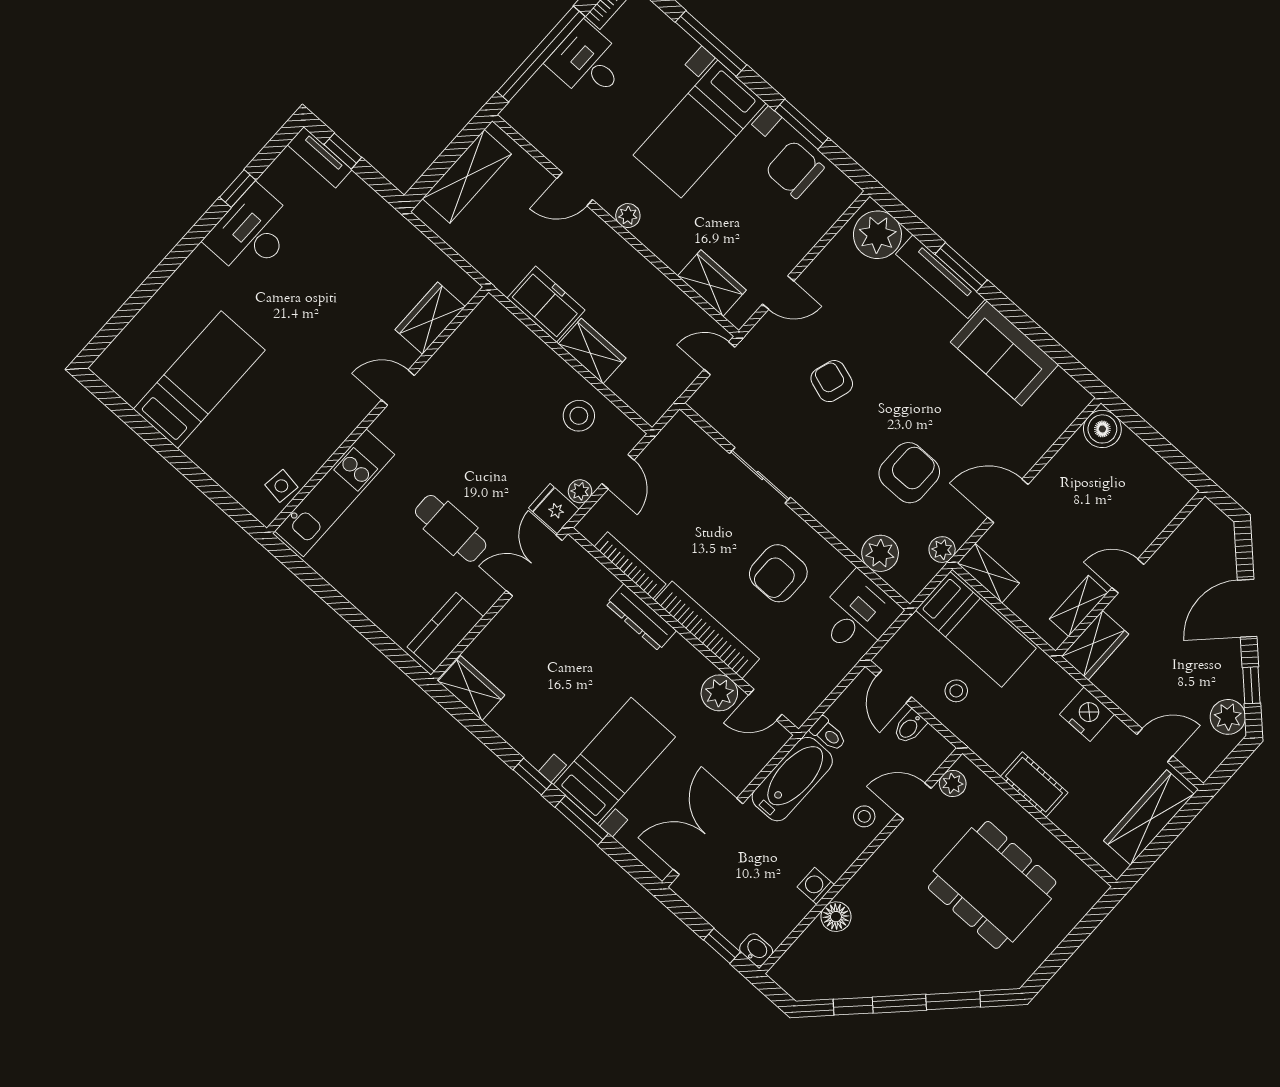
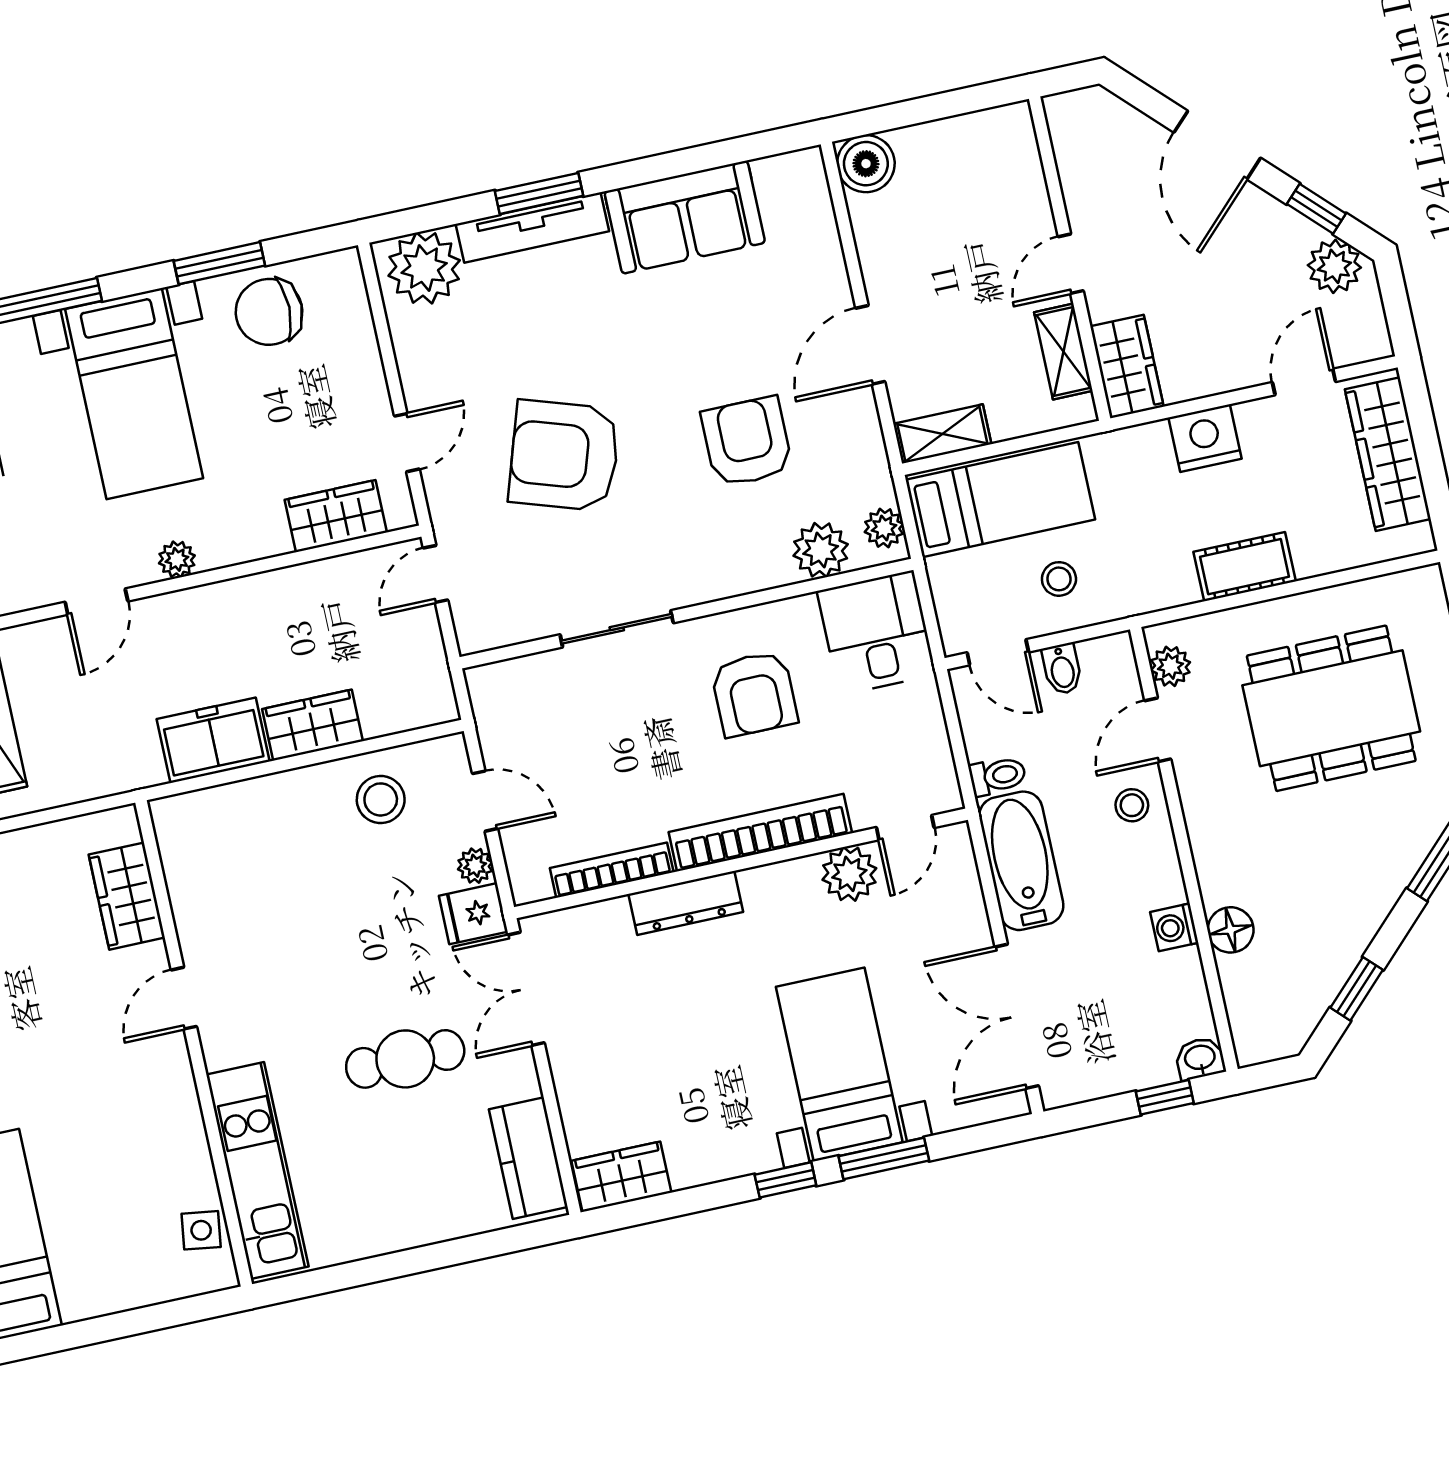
armchair: (832, 381) -> (564, 456), width x1.88, depth x1.88
plant: (942, 550) -> (884, 528), moved

